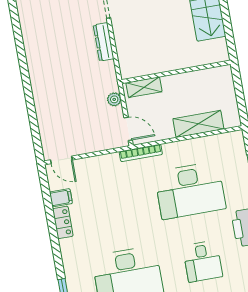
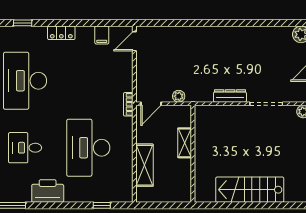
shelving: (144, 87) -> (185, 143), moved
bookcase: (141, 153) -> (128, 104), width x0.64
locker: (63, 222) -> (61, 33), moved

